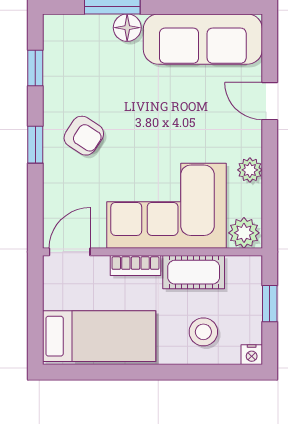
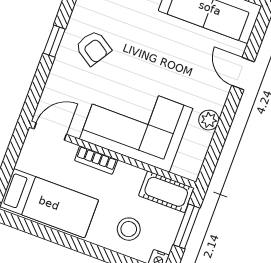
plant: (244, 233) -> (187, 166), removed
cot: (194, 272) -> (166, 192), moved
window: (270, 304) -> (187, 226), width x1.50

